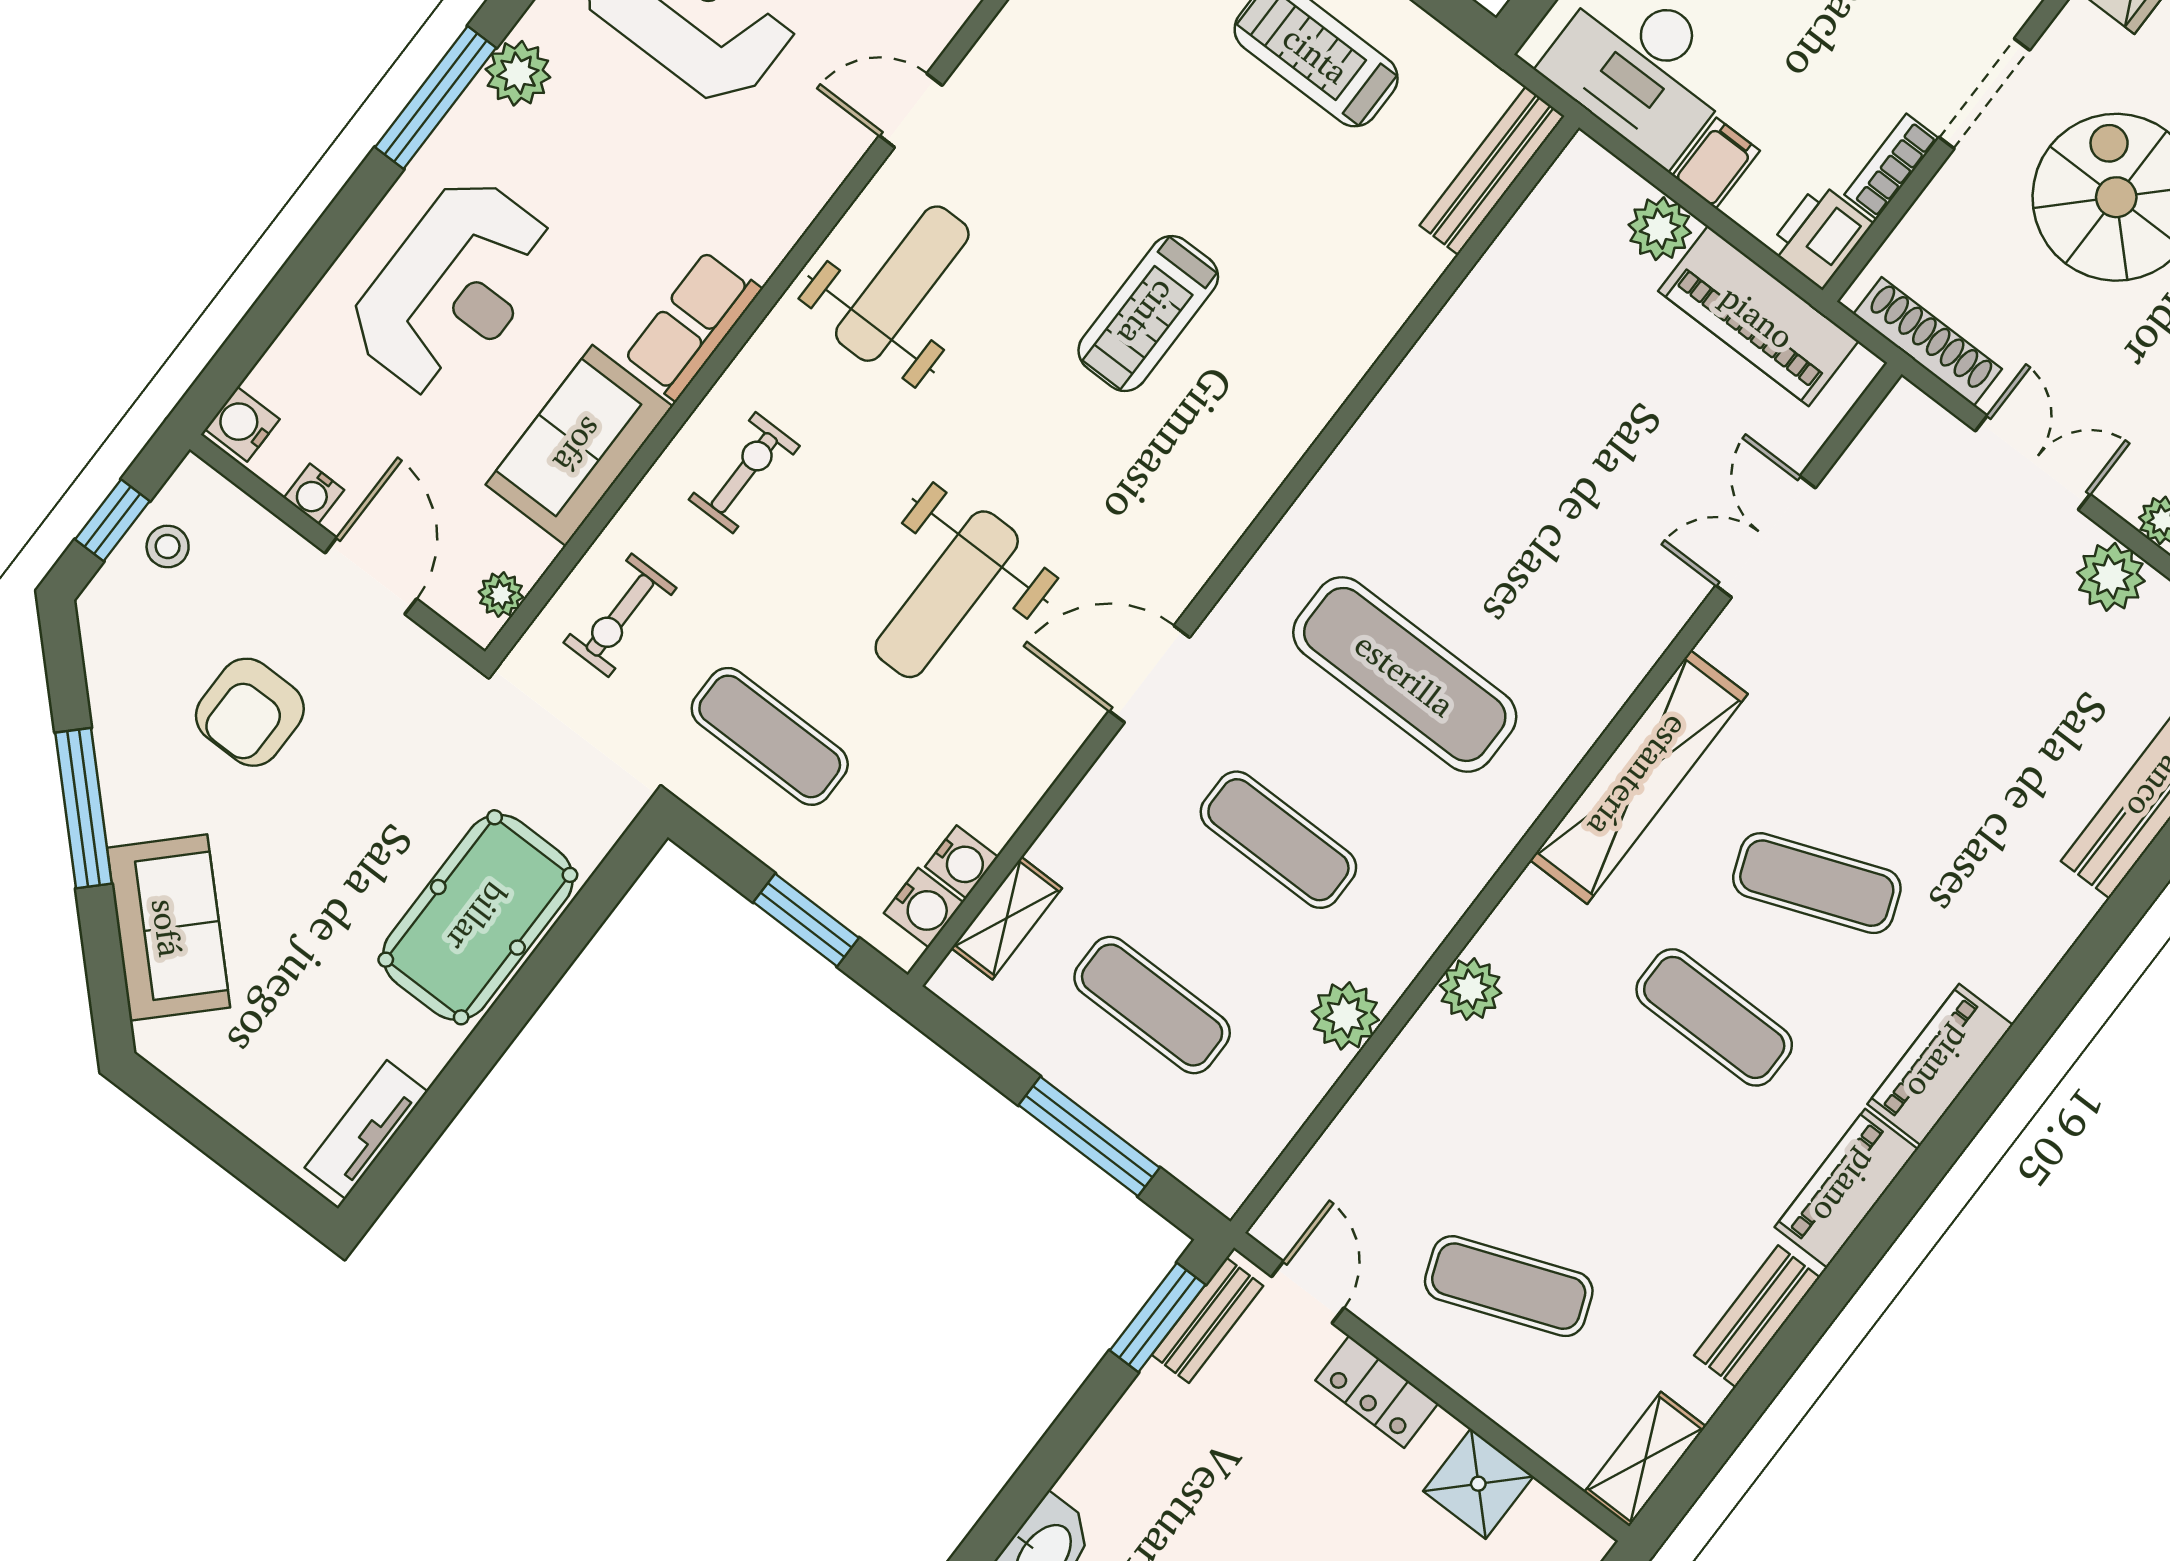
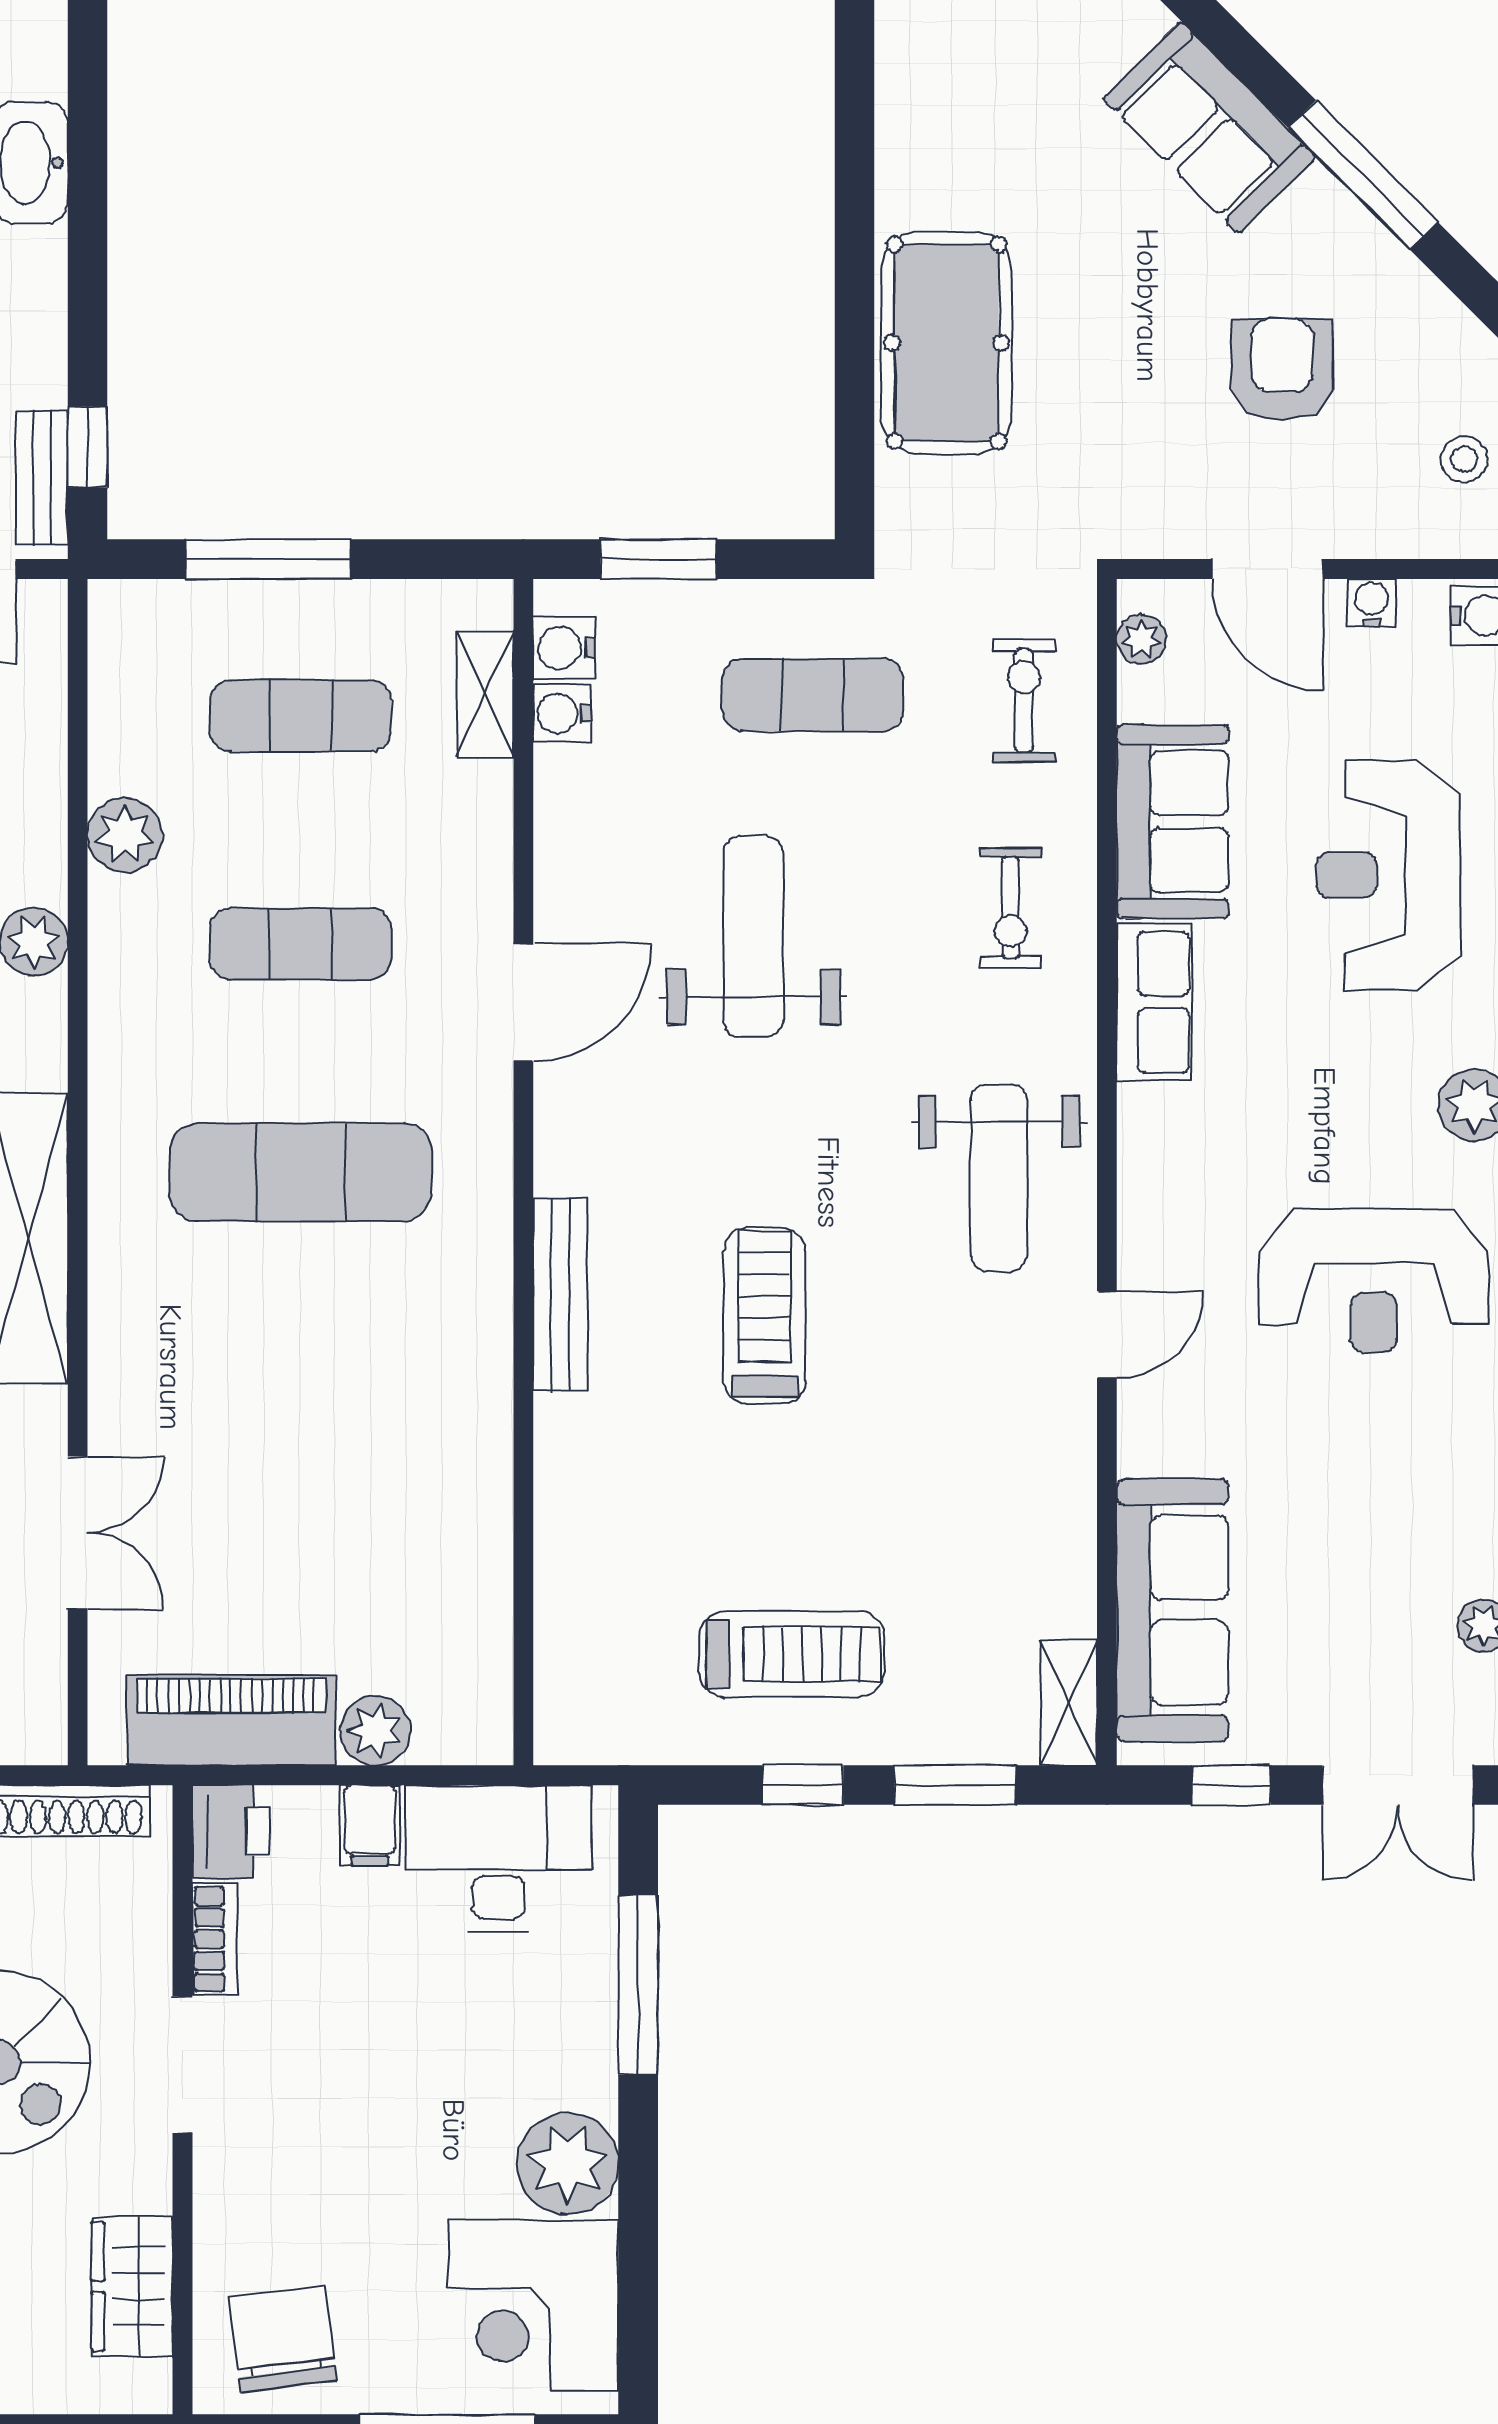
bench: (1492, 171) -> (560, 1294), moved
tv unit: (366, 1129) -> (903, 83), removed
window: (1158, 1317) -> (87, 447), width x0.67

